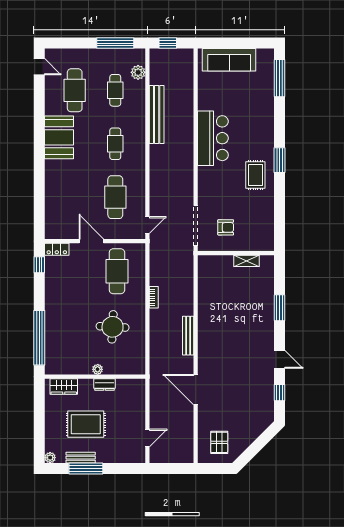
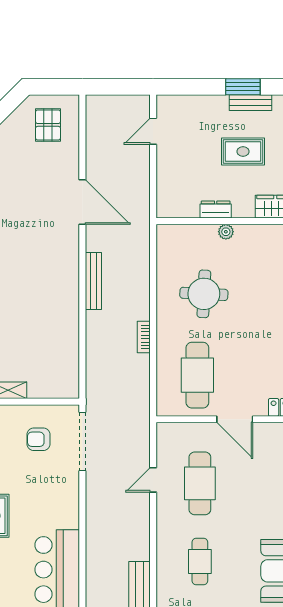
door: (147, 225) -> (153, 480), moved
rug: (86, 424) -> (243, 152), width x0.73, depth x0.70
window: (86, 468) -> (243, 87), width x0.69

